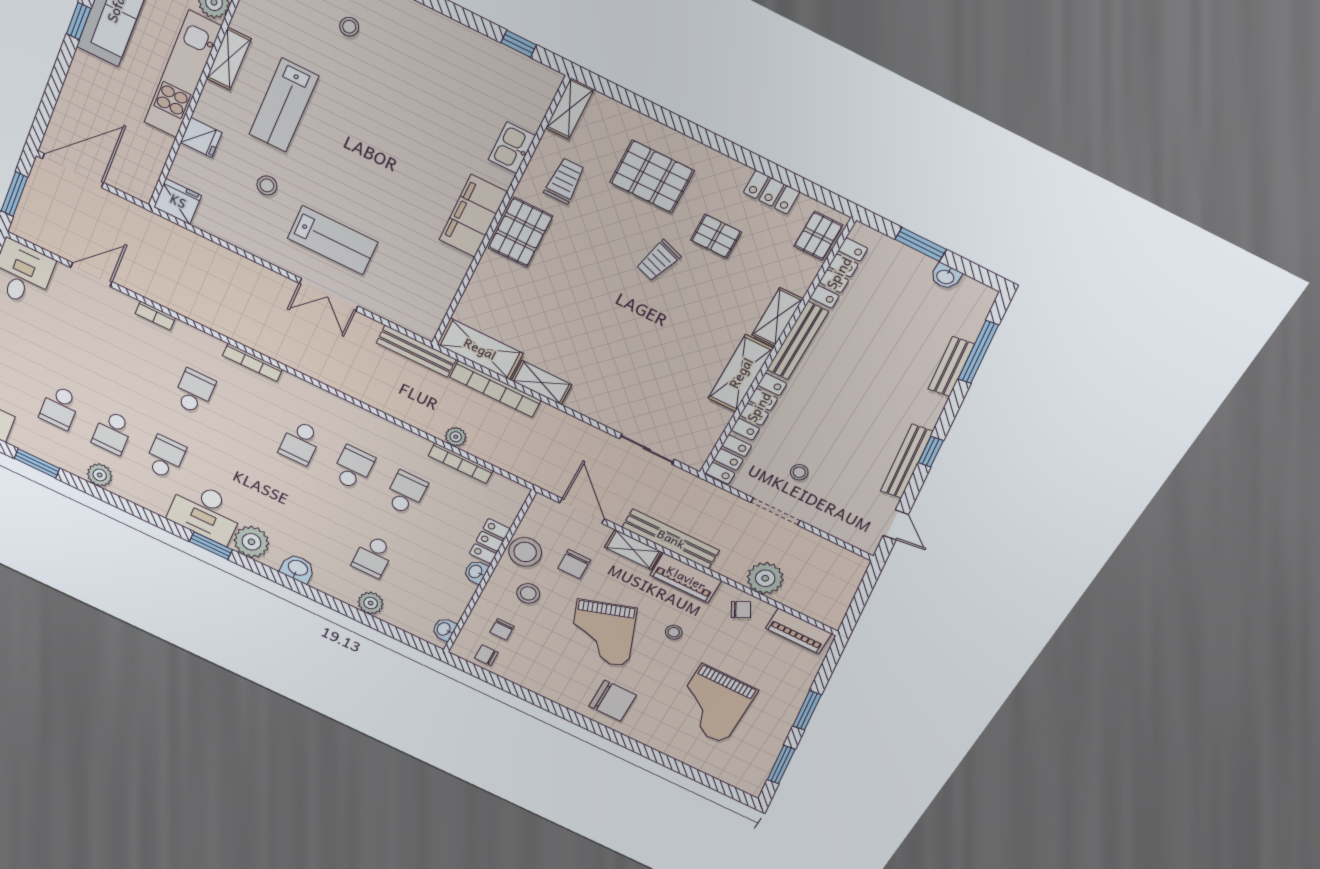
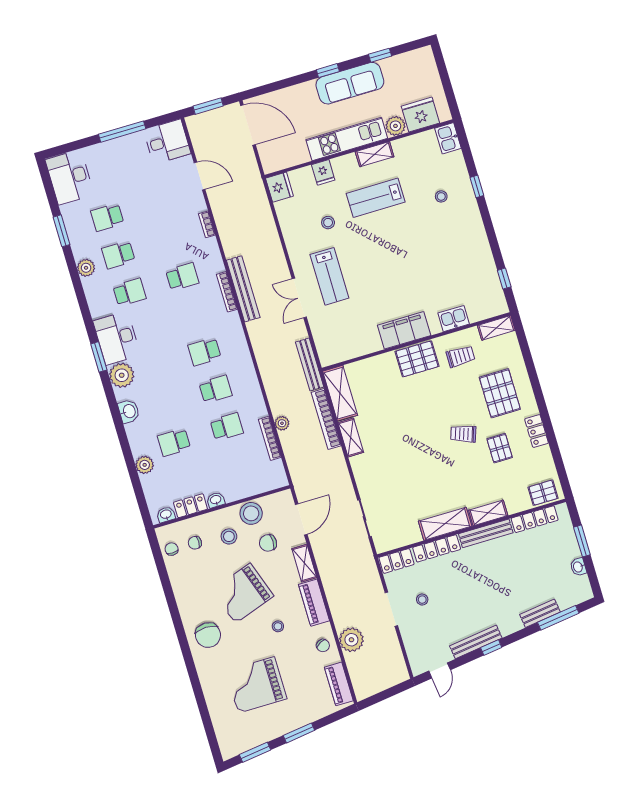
locker: (771, 192) -> (537, 431), moved
bench: (671, 539) -> (243, 289), moved
locker: (490, 541) -> (190, 506), moved

